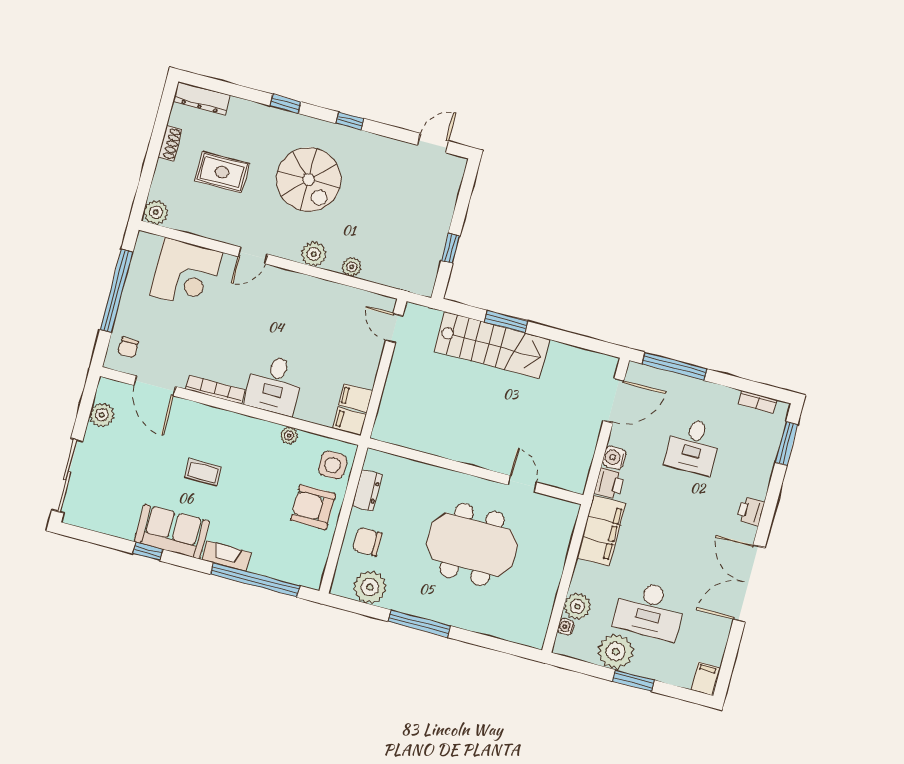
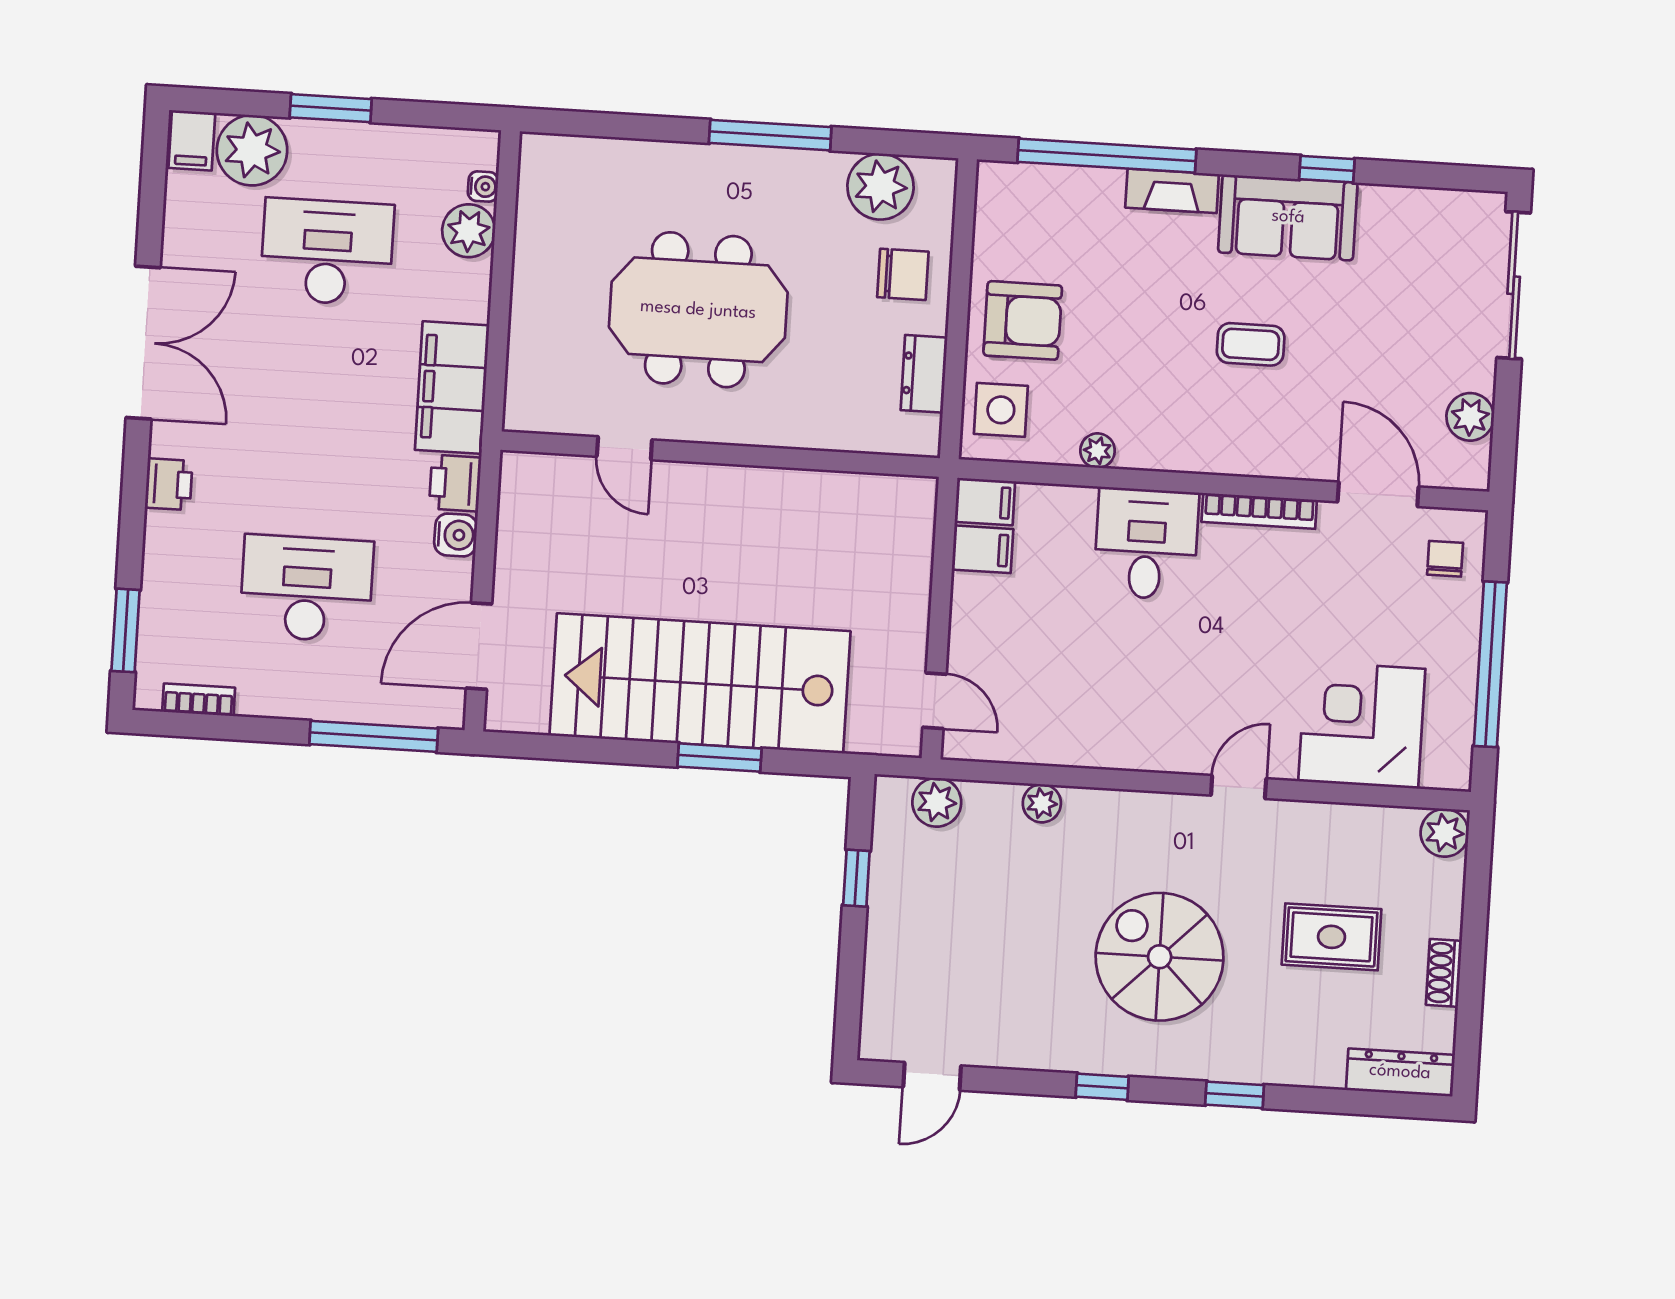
plant: (314, 254) -> (937, 802), moved
stairs: (492, 345) -> (700, 683), width x1.36, depth x1.51
desk: (693, 446) -> (307, 588), width x1.37
plant: (616, 652) -> (252, 150), moved

